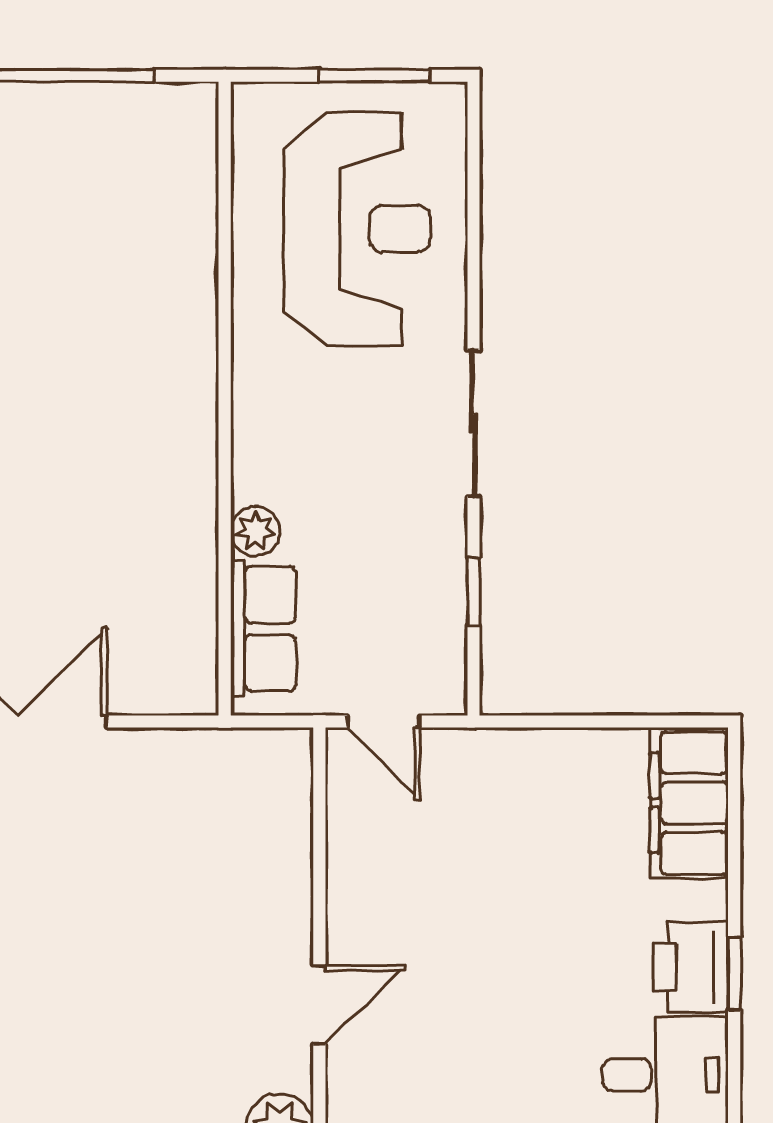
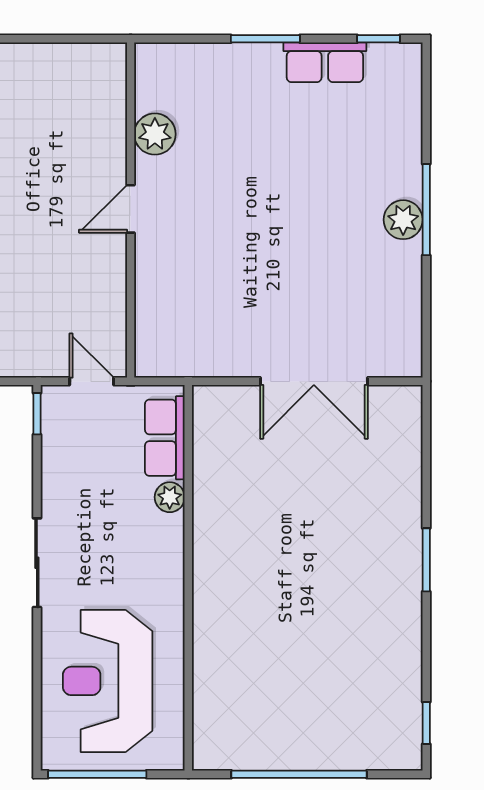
window: (374, 76) -> (97, 774), width x1.44
window: (473, 592) -> (37, 414), moved

